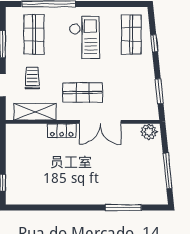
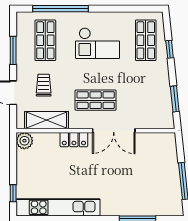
checkout: (84, 37) -> (98, 43), turned 90
plant: (149, 132) -> (24, 141), moved
kitchen unit: (46, 196) -> (58, 207), added

